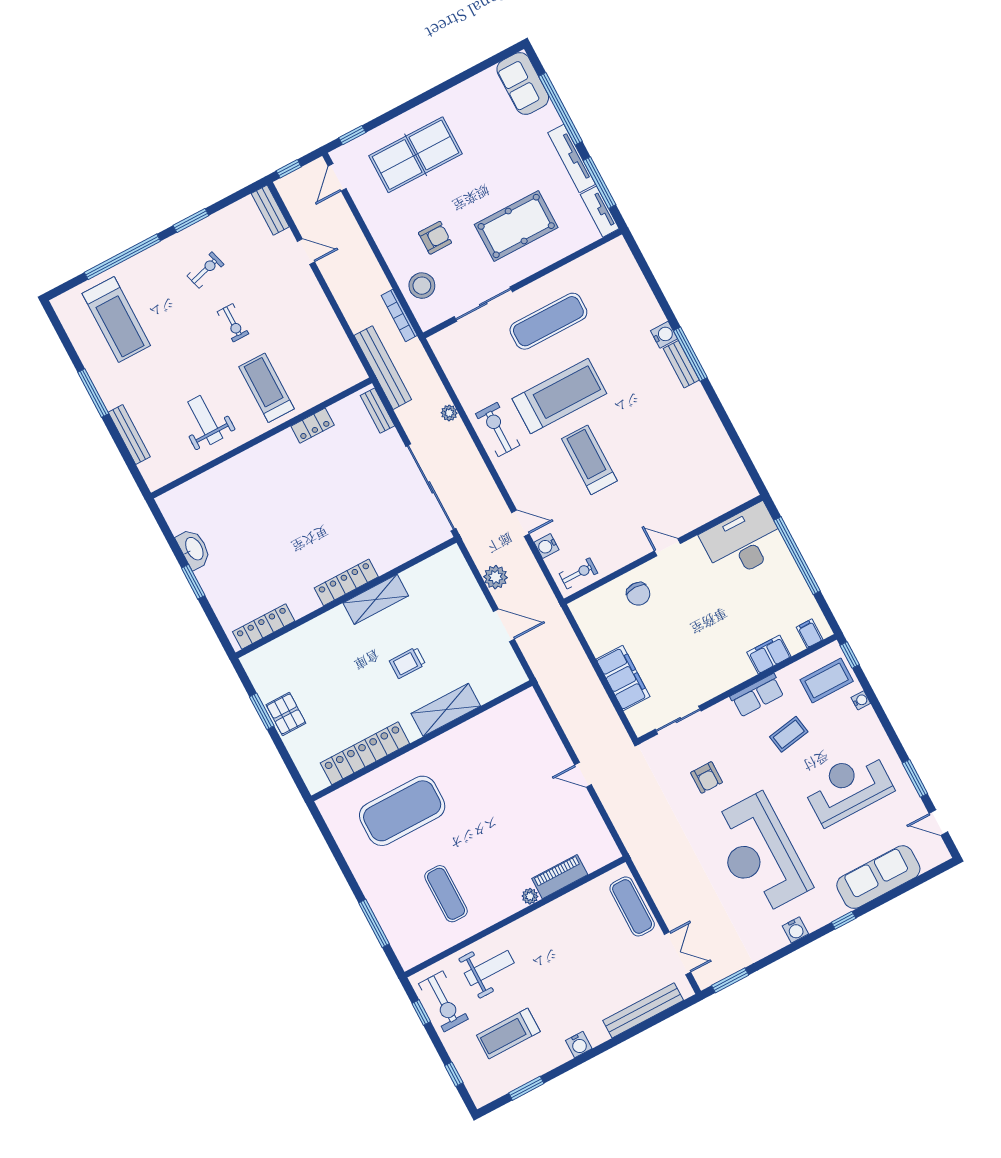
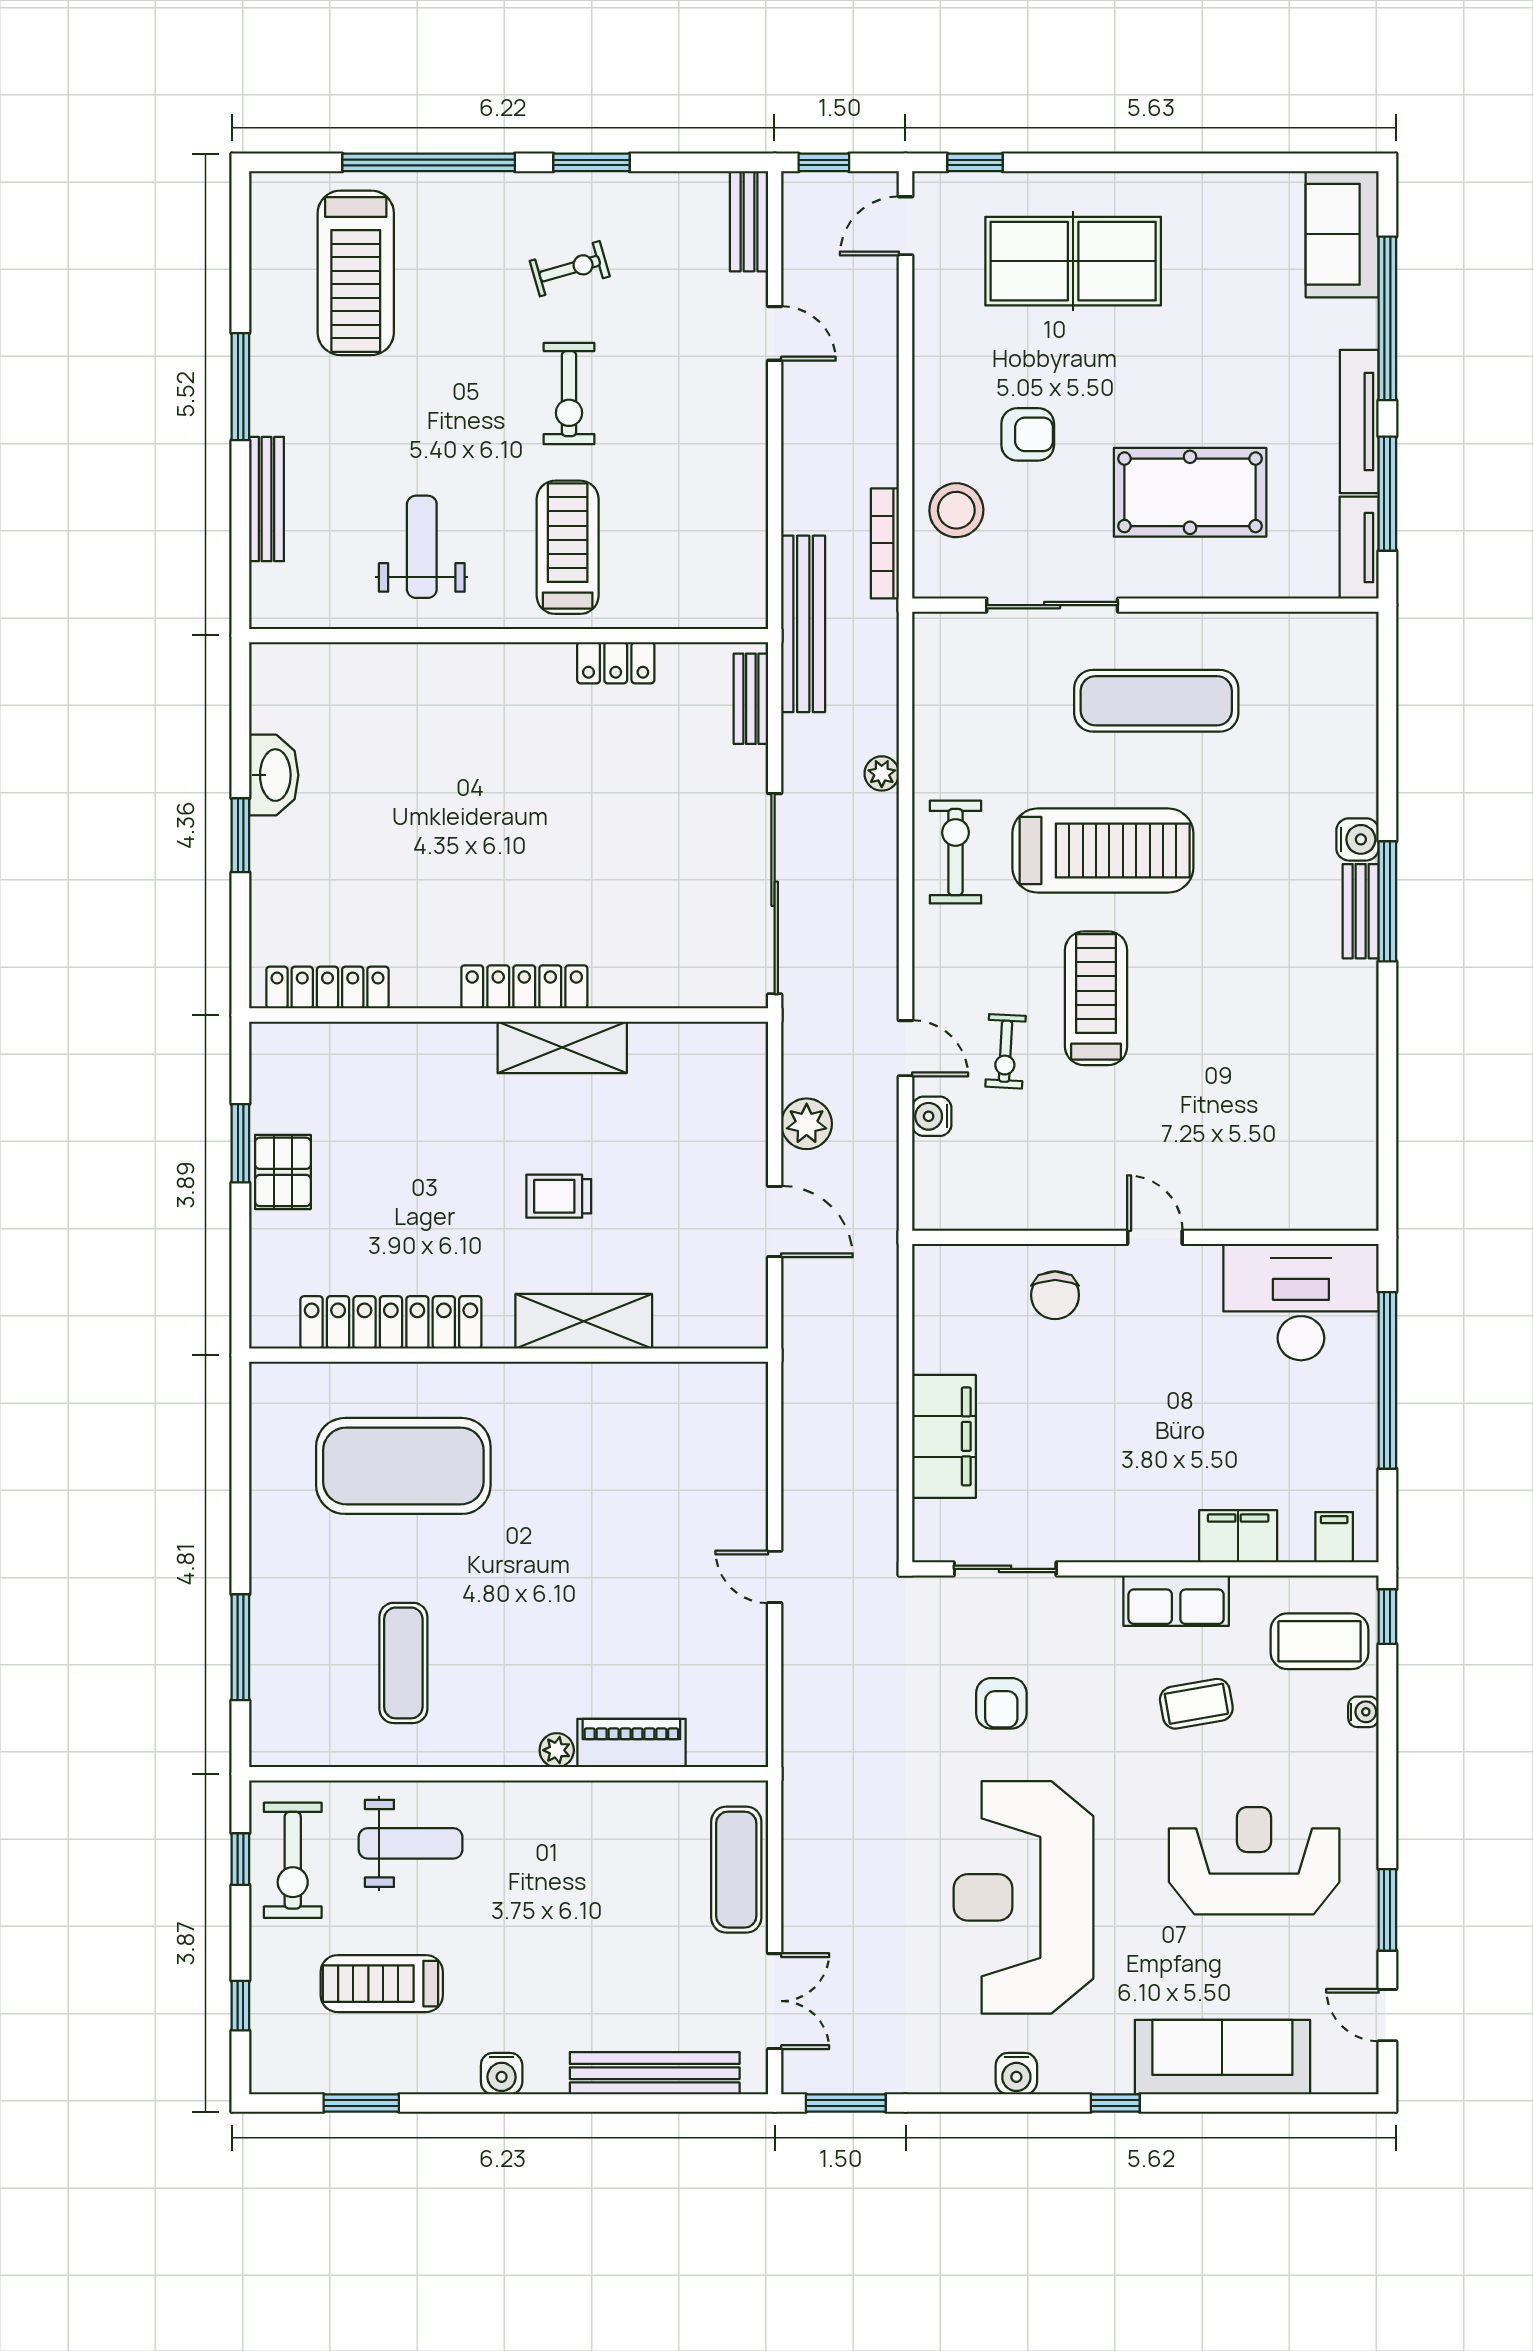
exercise bike: (233, 323) -> (569, 394), width x1.38, depth x1.39
exercise bike: (578, 573) -> (1006, 1051), moved, turned 93

